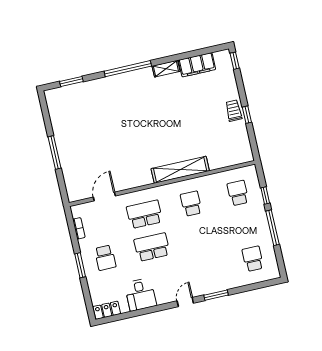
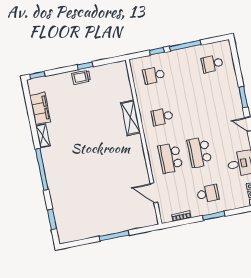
shelving: (180, 170) -> (131, 118), width x0.68

